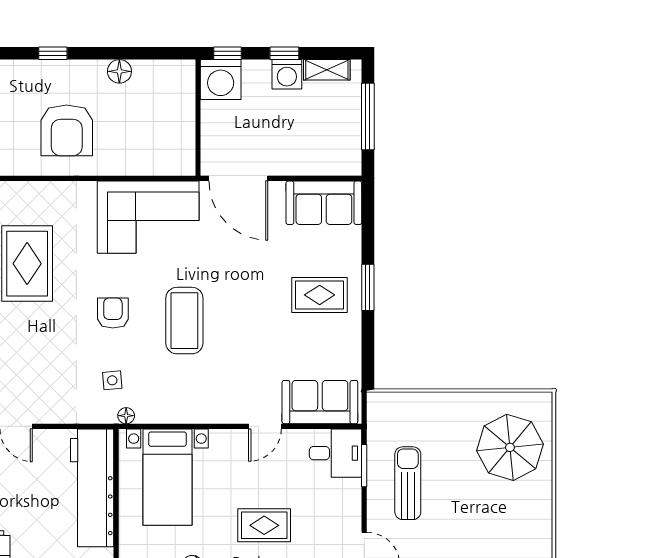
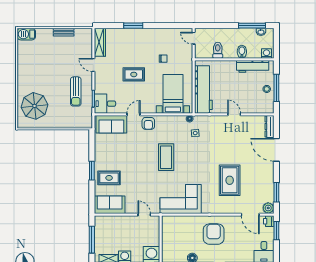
door: (238, 178) -> (144, 215), width x0.53
rug: (320, 295) -> (109, 178), moved
armchair: (113, 313) -> (148, 123), moved

